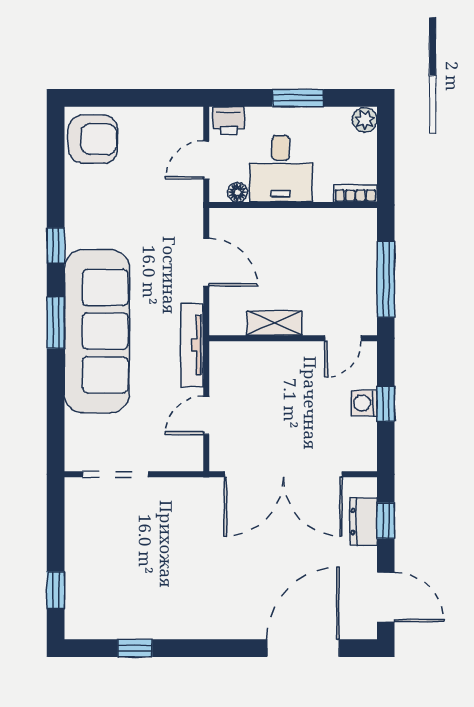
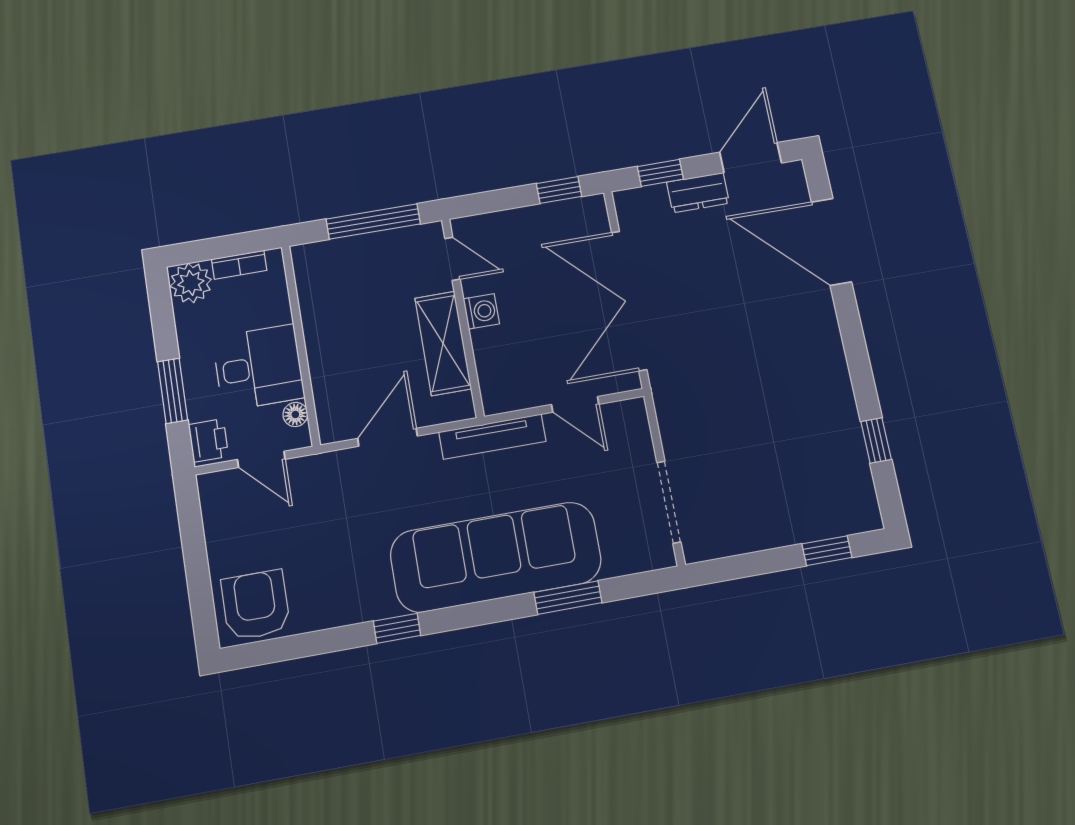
window: (298, 98) -> (173, 391), moved
plant: (365, 120) -> (191, 283), width x1.38, depth x1.38
bookcase: (355, 193) -> (239, 265), moved, turned -90
window: (56, 323) -> (568, 597), moved
shelving: (274, 323) -> (443, 343), width x1.50, depth x1.33
washing machine: (364, 403) -> (481, 311), moved, turned -90
window: (386, 404) -> (559, 190), moved
double door: (283, 474) -> (629, 301), swing flipped
dresser: (364, 522) -> (698, 193), moved

